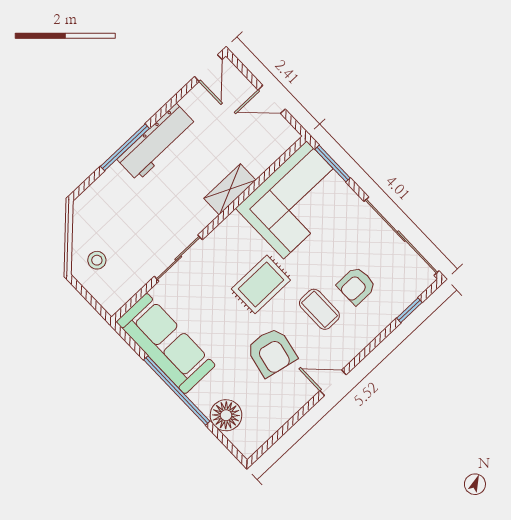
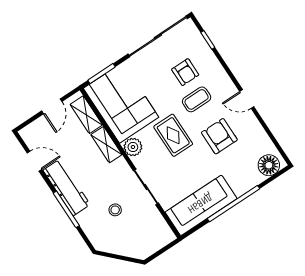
door: (208, 68) -> (34, 161), moved
shelving: (268, 152) -> (86, 115), added
plant: (233, 229) -> (133, 147), added
stool: (97, 260) -> (115, 210), moved
armchair: (272, 352) -> (219, 136), turned -102
door: (333, 383) -> (247, 99), hinge flipped
floor lamp: (226, 415) -> (269, 165), moved

